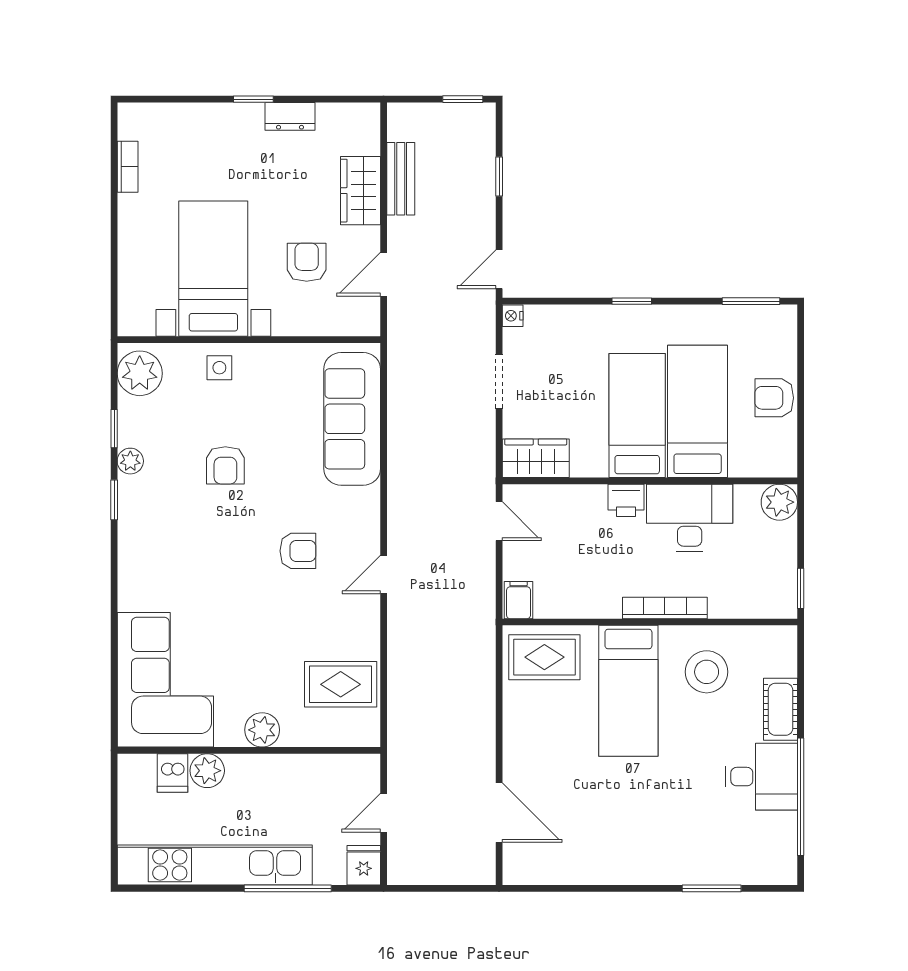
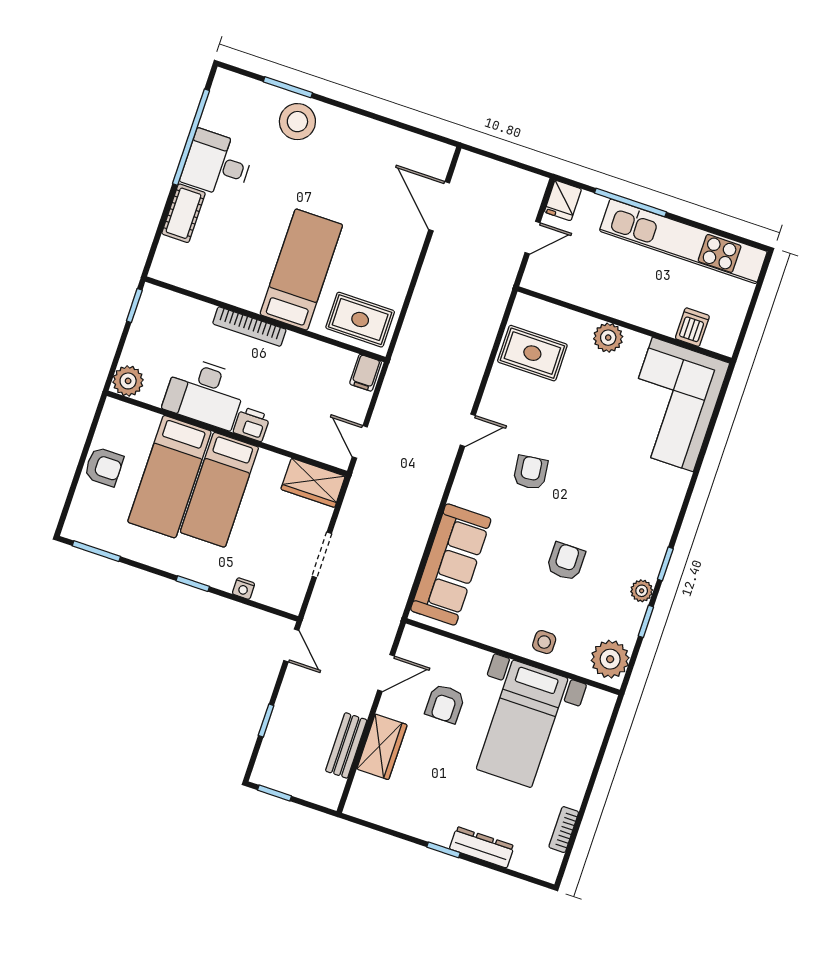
dresser: (290, 116) -> (482, 847), moved, width x1.44
door: (499, 269) -> (291, 646), hinge flipped
nightstand: (513, 316) -> (243, 589), moved, turned 90
armchair: (298, 551) -> (531, 473), turned 83
stool: (707, 672) -> (297, 122), moved
plant: (207, 771) -> (664, 320), removed

